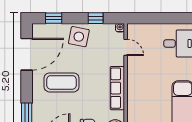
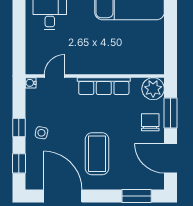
window: (96, 18) -> (19, 127), moved
side table: (79, 37) -> (41, 133), width x0.54, depth x0.54

